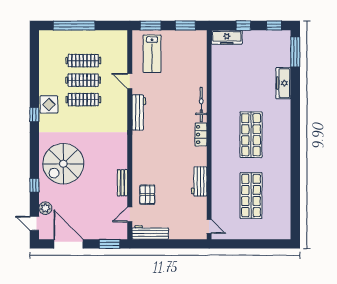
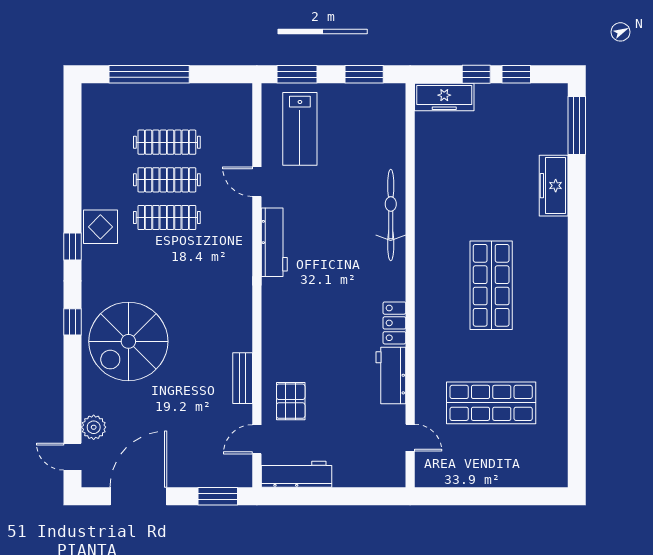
window: (274, 26) -> (516, 74), moved
bicycle: (201, 105) -> (391, 215), width x1.37, depth x1.40
locker: (201, 135) -> (394, 323), moved
window: (34, 185) -> (72, 322), moved
shop shelf: (251, 196) -> (491, 403), turned 90
door: (209, 226) -> (410, 438), moved
door: (69, 244) -> (138, 496), hinge flipped

